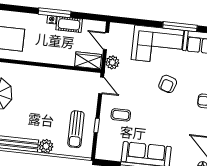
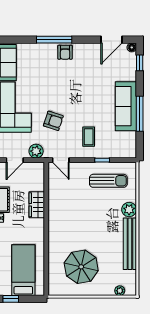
wardrobe: (88, 60) -> (37, 205), moved
armchair: (168, 84) -> (53, 121), moved
door: (101, 85) -> (61, 160), swing flipped

